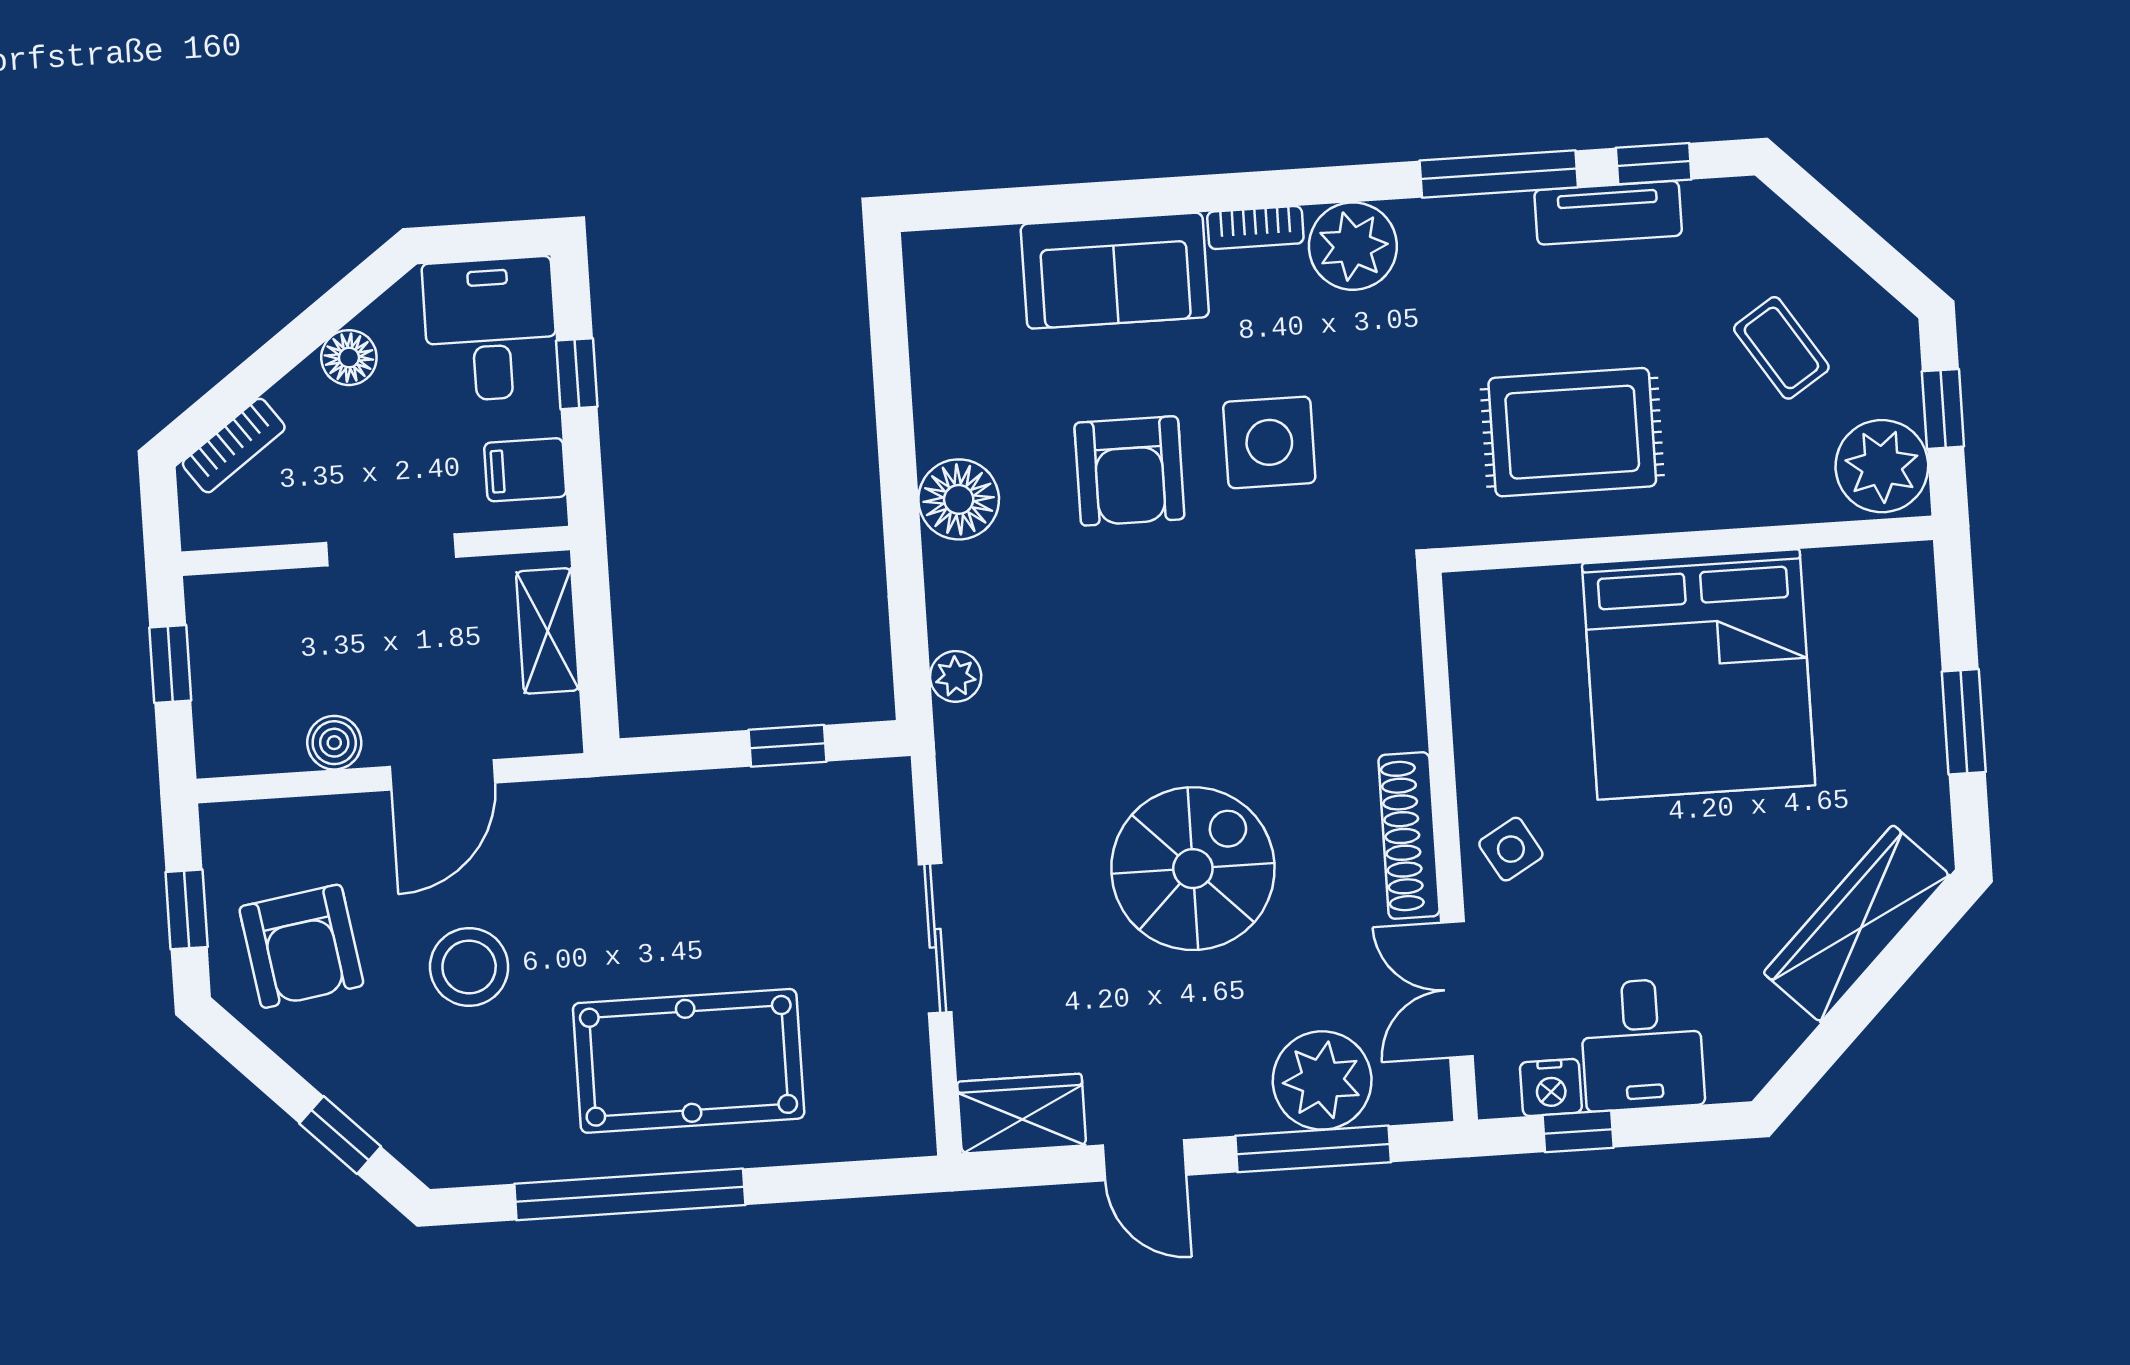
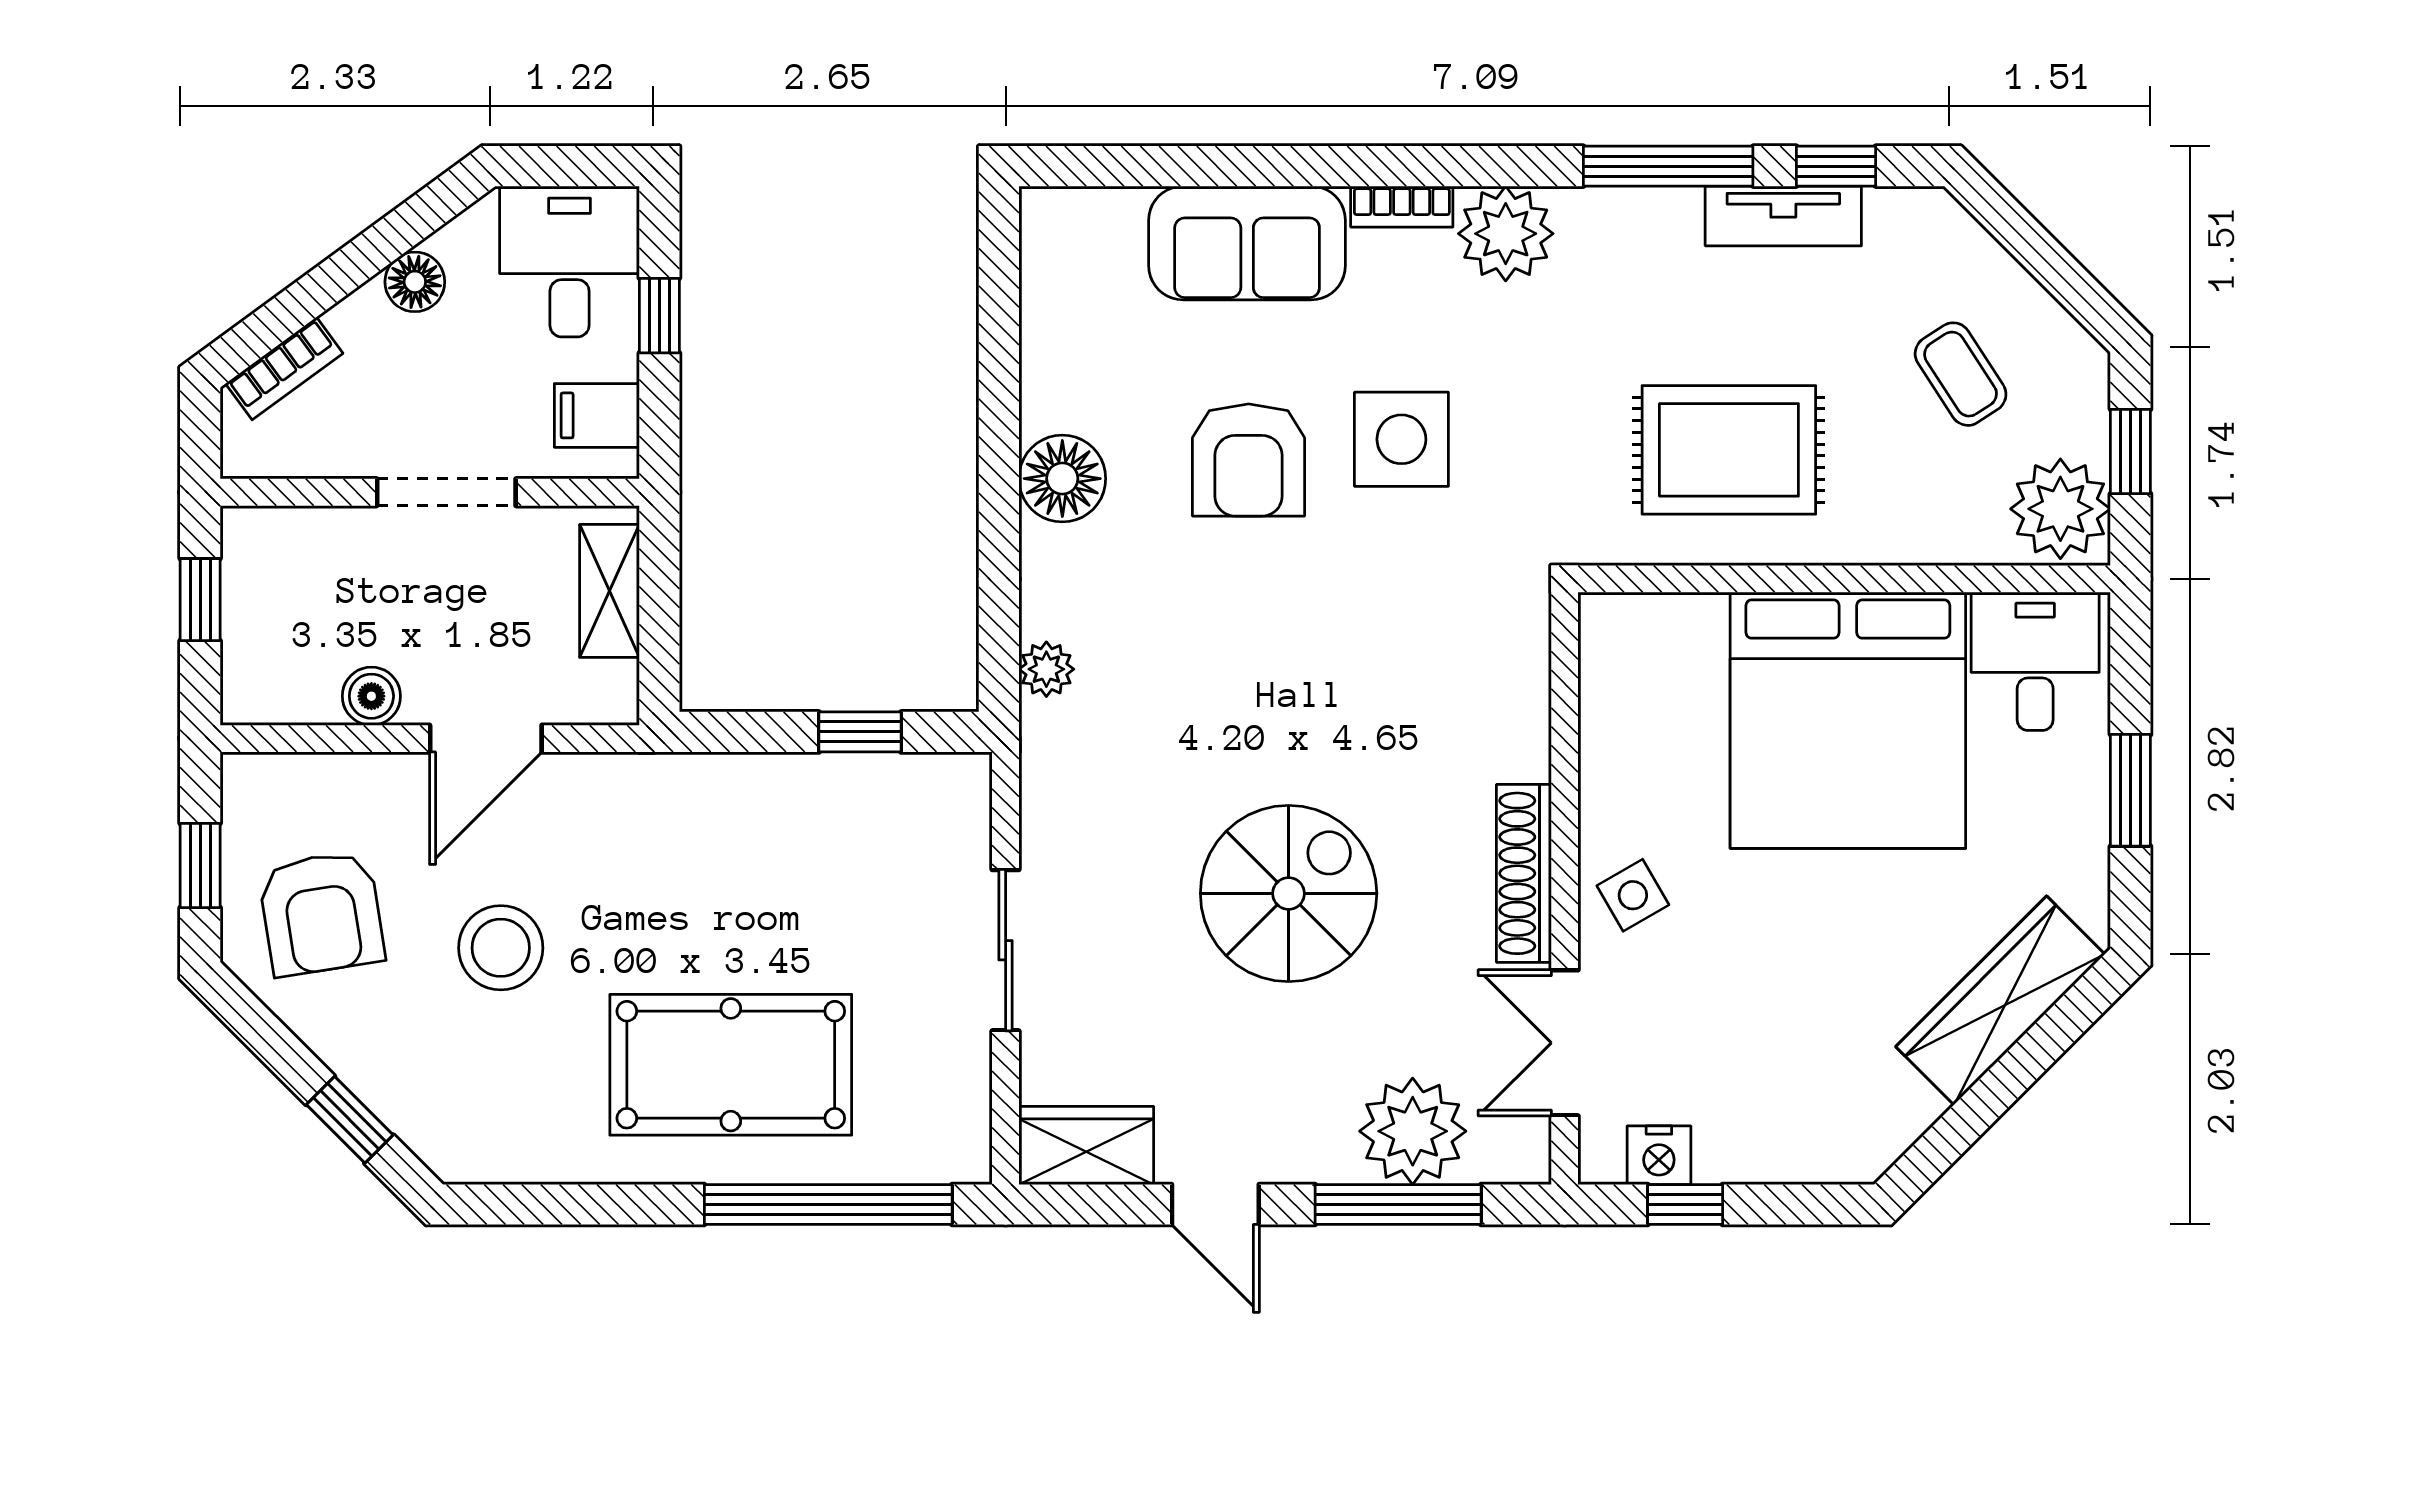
desk: (1642, 1045) -> (2035, 661), moved, turned 180
window: (630, 1194) -> (828, 1205), moved

